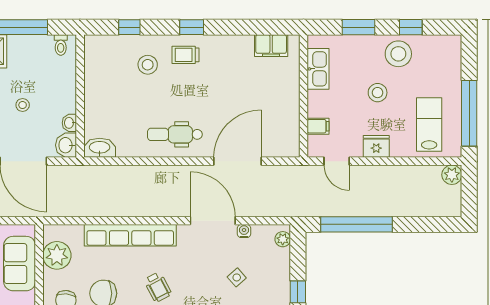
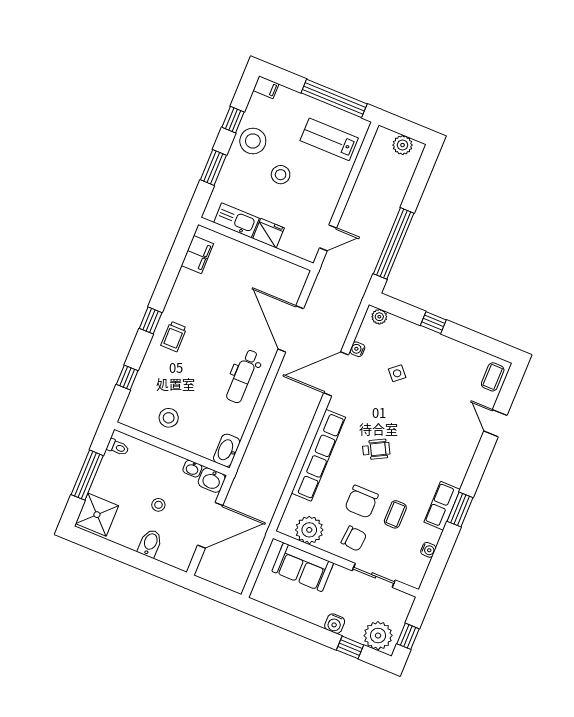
stool: (148, 65) -> (169, 418), moved
filing cabinet: (318, 126) -> (266, 87), moved, turned 90
fridge: (376, 146) -> (268, 233), moved, turned 90
plant: (452, 175) -> (403, 145), moved

